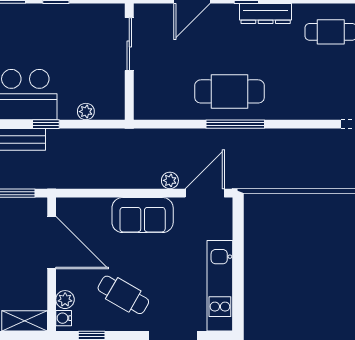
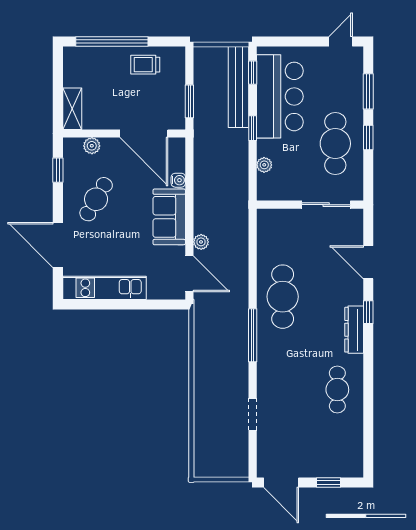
cafe table: (63, 34) -> (335, 144), added
window: (235, 124) -> (253, 335), moved
door: (52, 243) -> (144, 133), hinge flipped
water cooler: (64, 318) -> (178, 180), moved, turned 90

